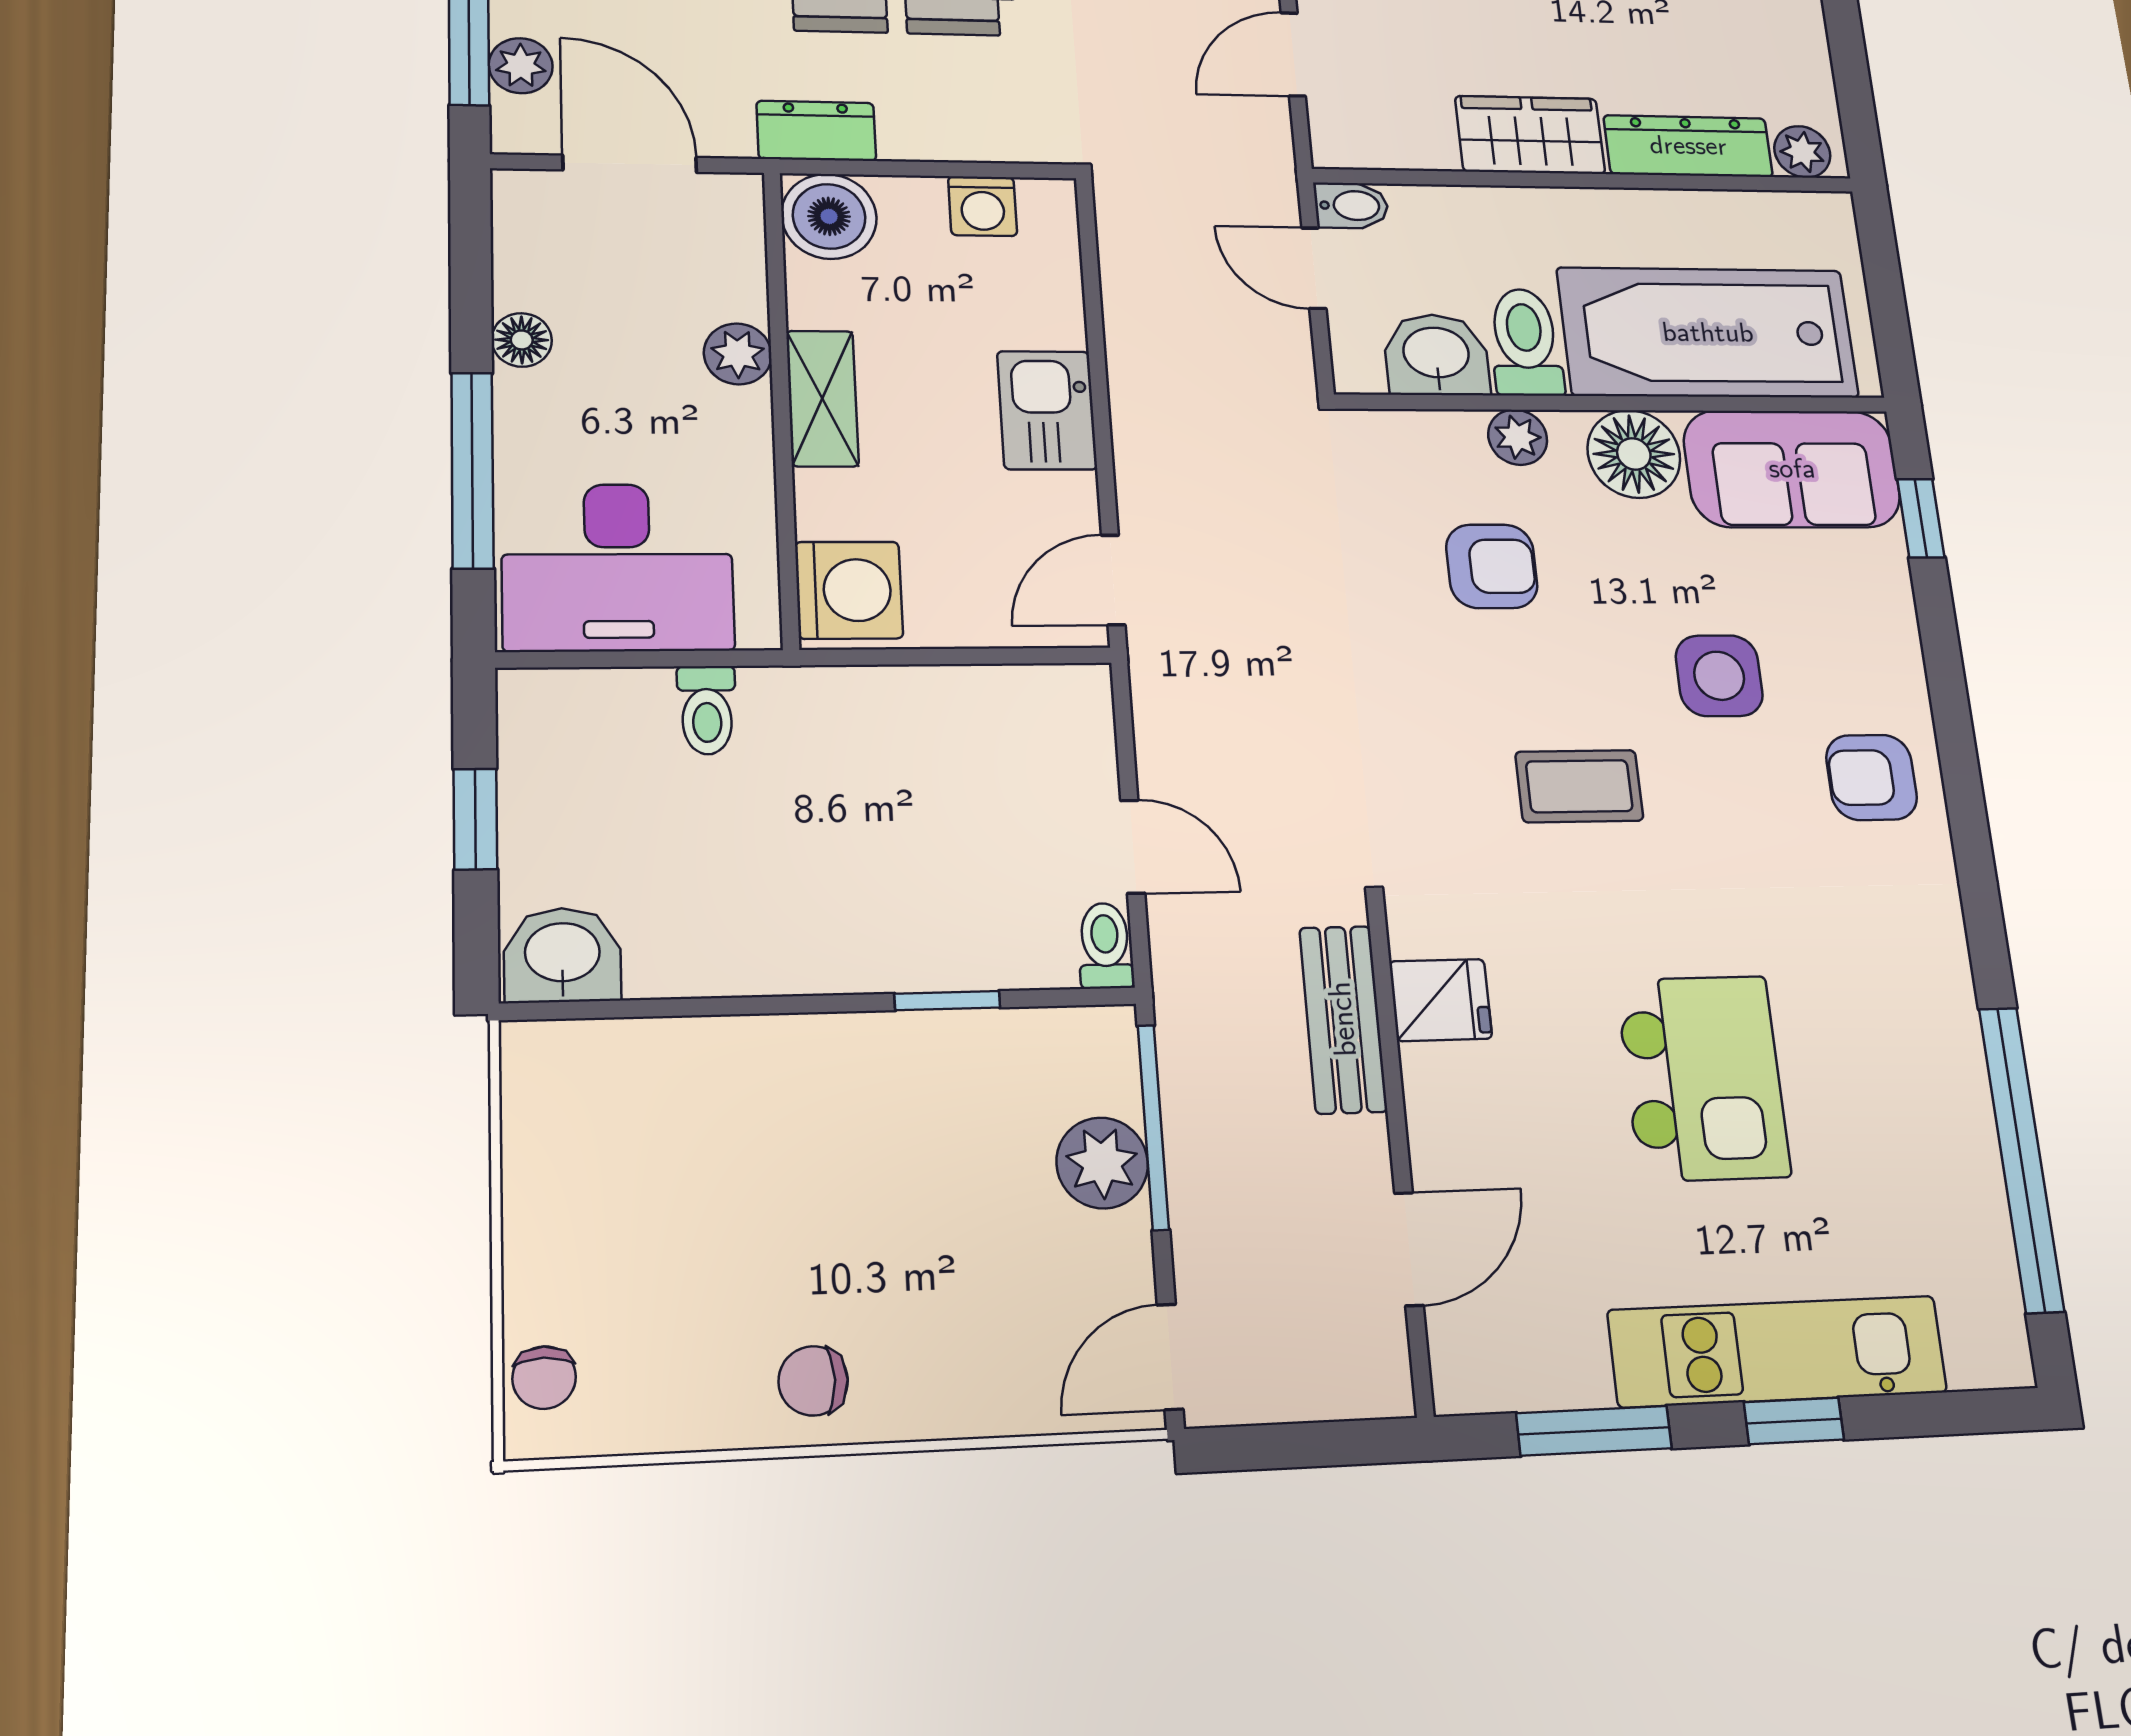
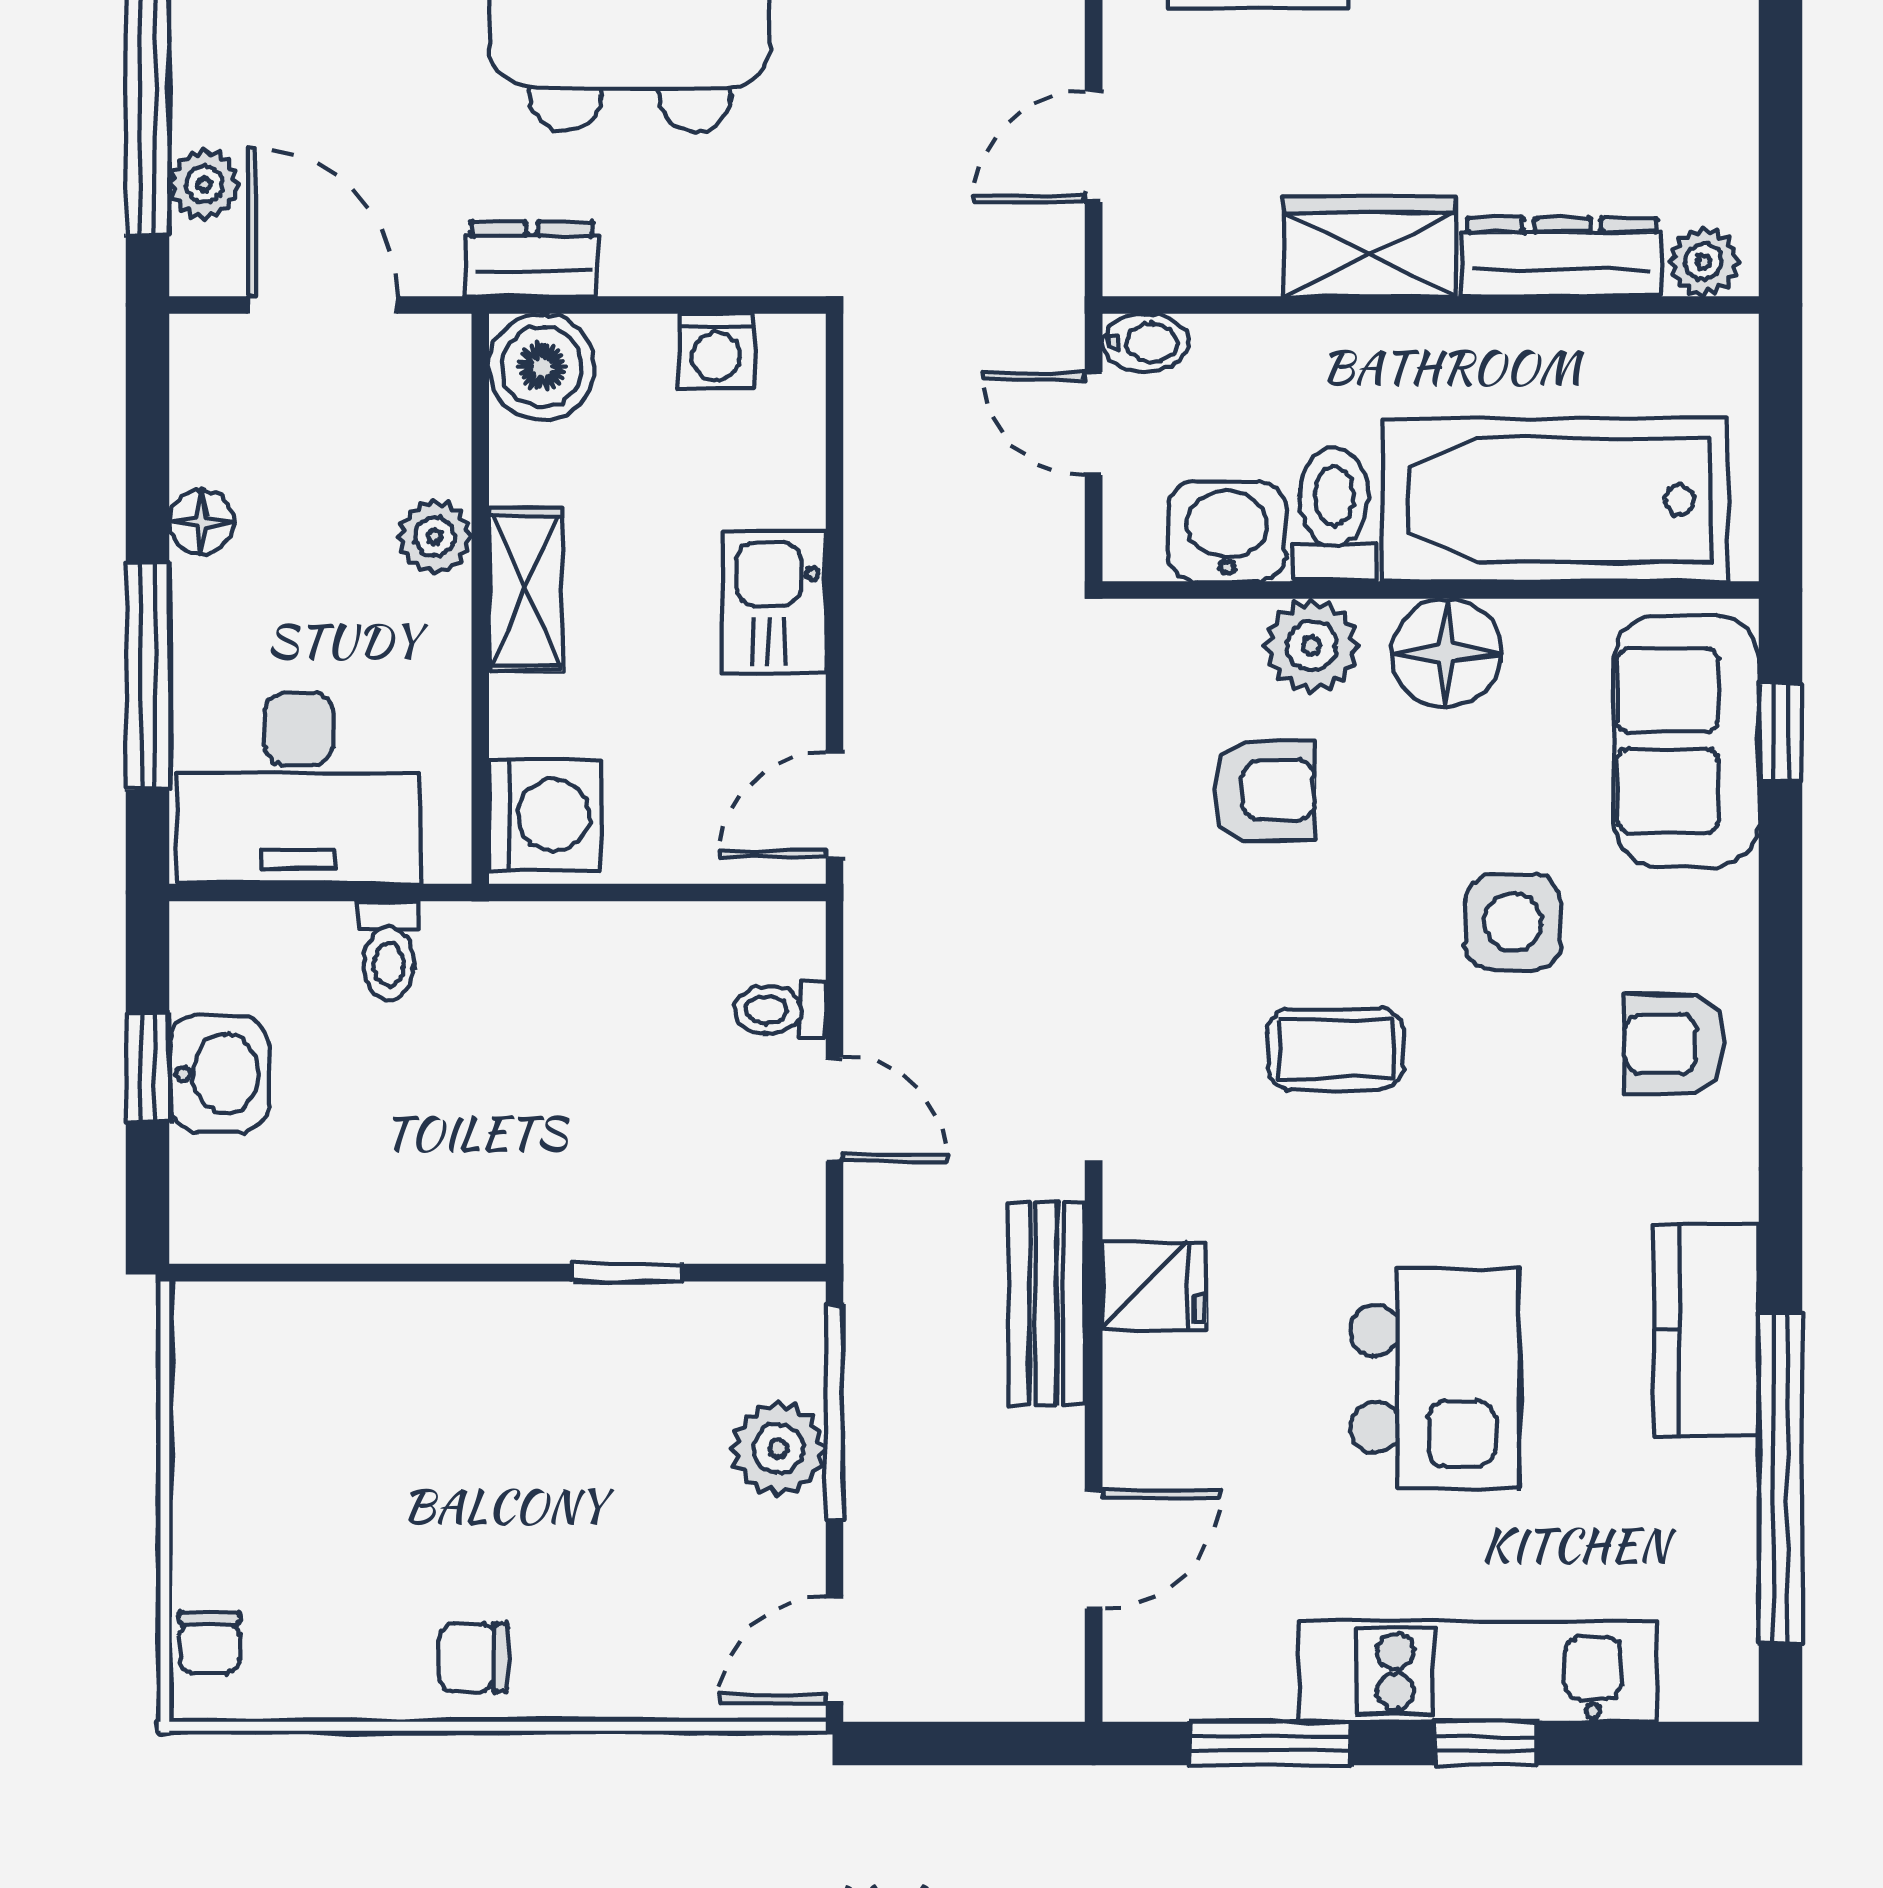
plant: (1518, 437) -> (1312, 646), width x1.38, depth x1.38
sofa: (1792, 469) -> (1686, 741), moved, turned 90
toilet: (1105, 946) -> (779, 1010), moved, turned -90
washbasin: (562, 955) -> (219, 1074), moved, turned 90
kitchen counter: (1936, 1027) -> (1706, 1330), added

